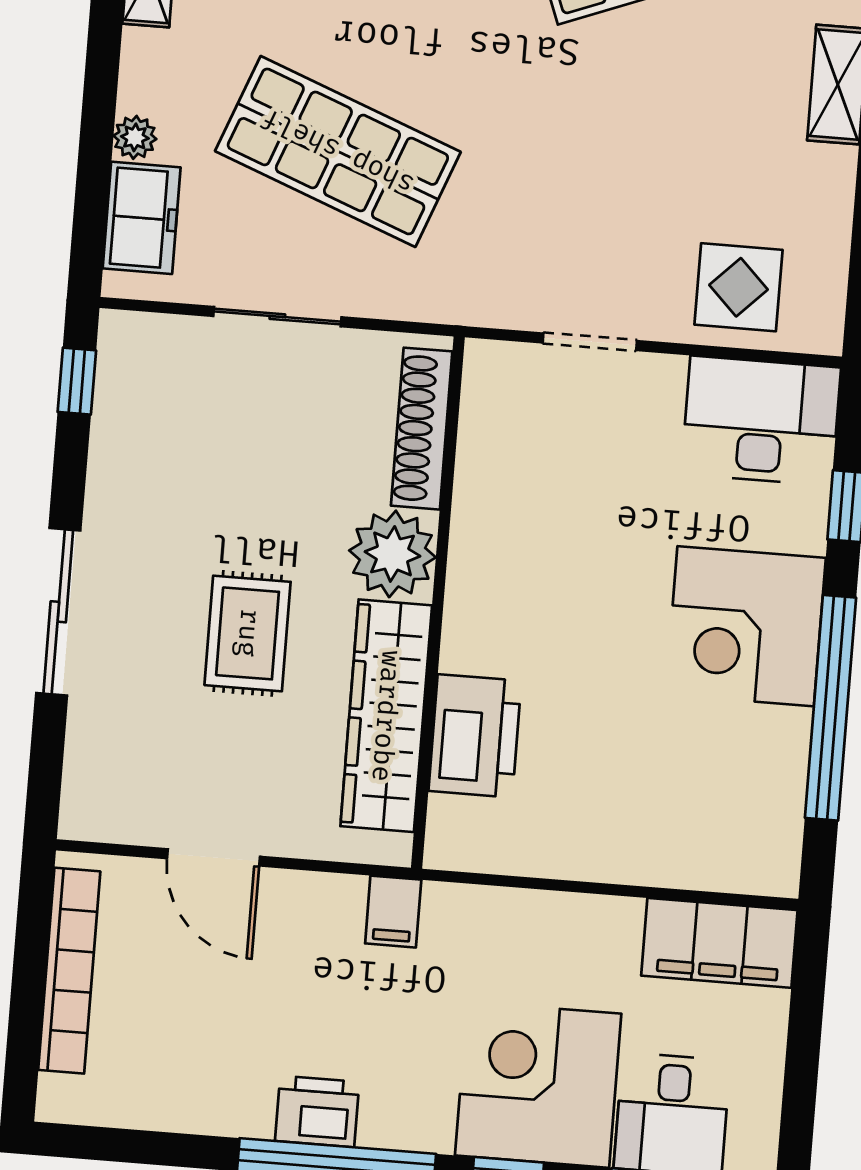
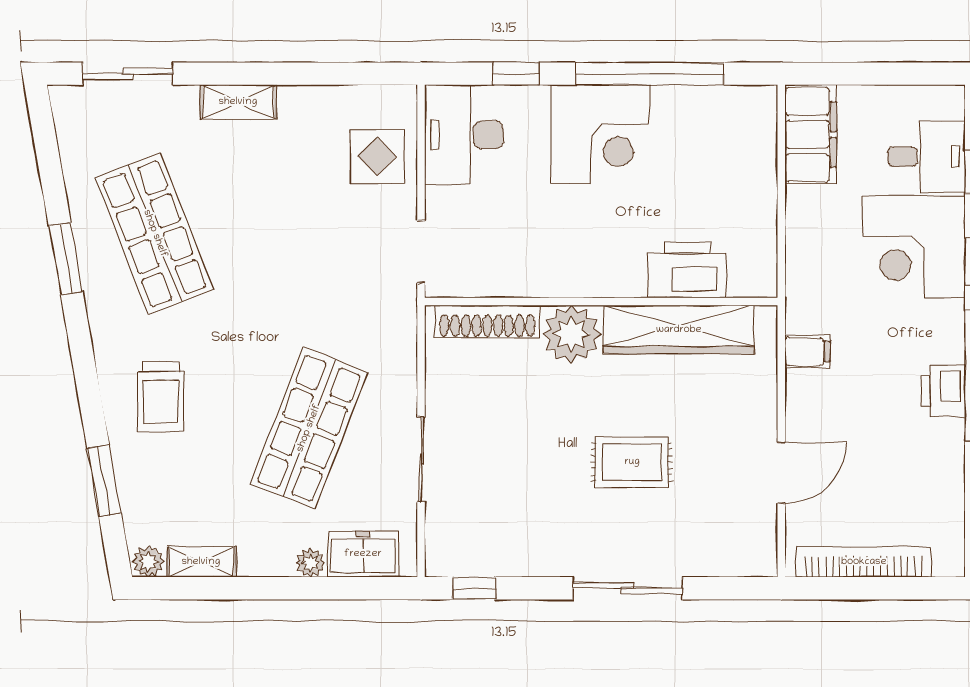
shoe rack: (422, 429) -> (487, 321), moved
plant: (393, 554) -> (572, 334), moved
wall: (438, 603) -> (601, 302), moved
wardrobe: (386, 716) -> (679, 330), moved
printer: (475, 736) -> (687, 270), moved

